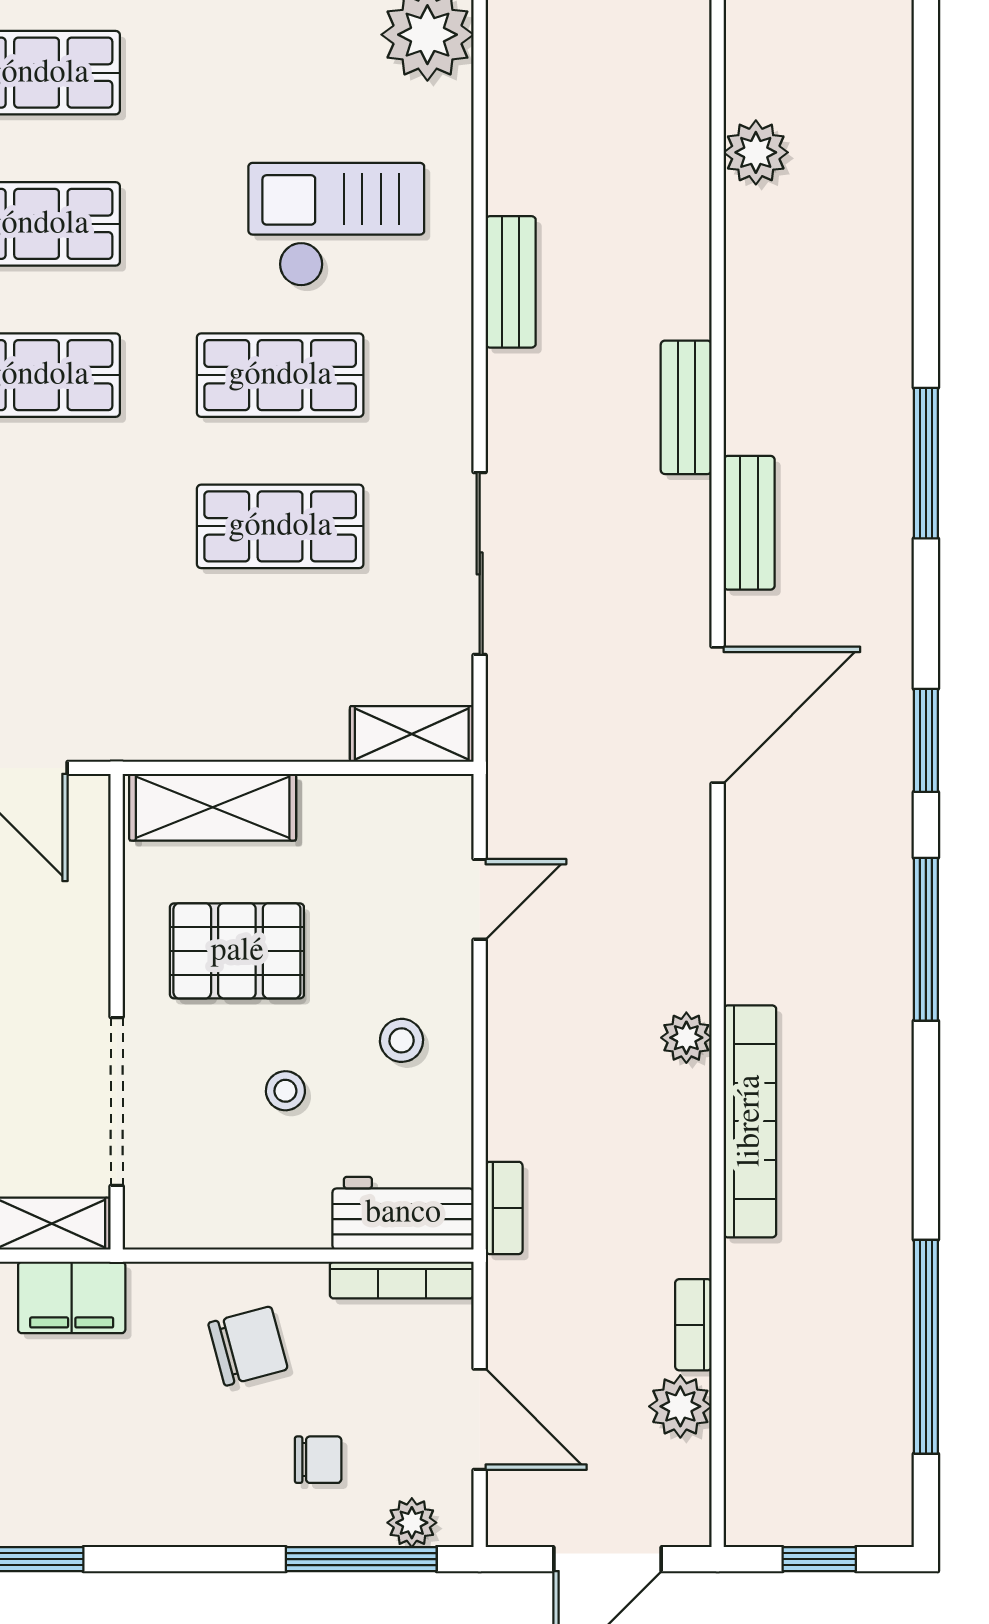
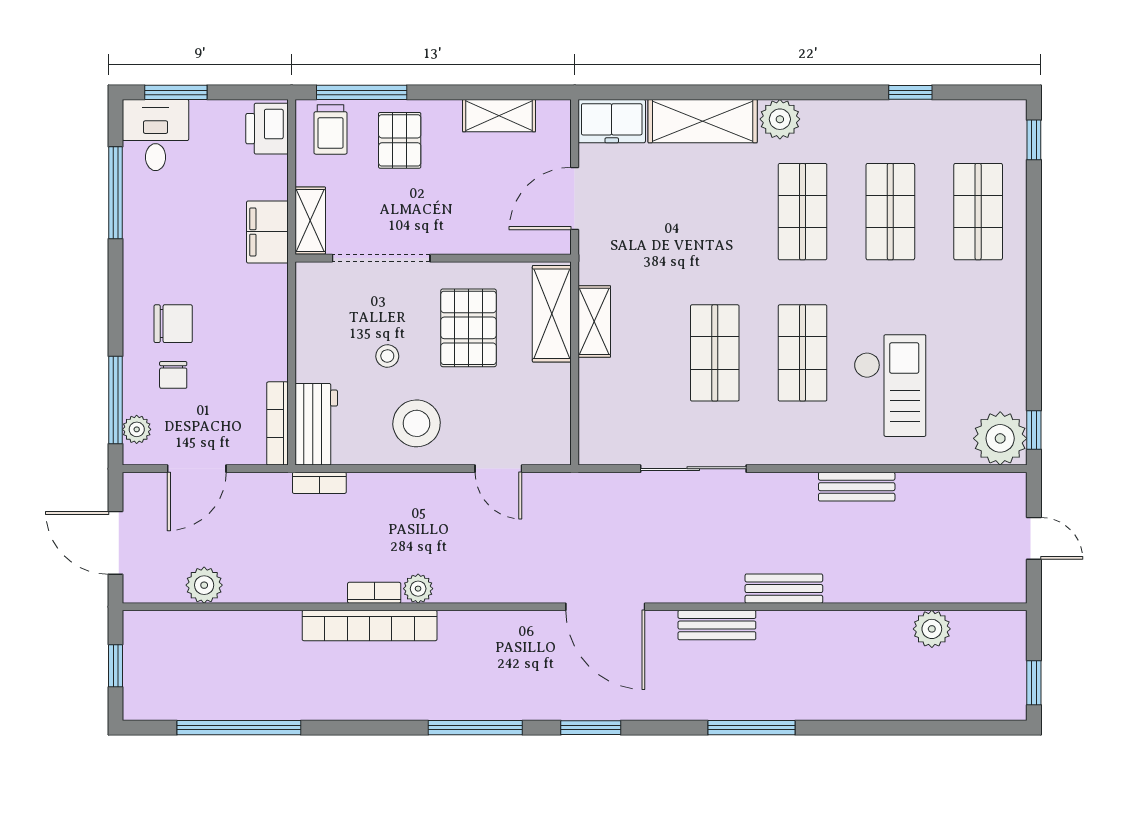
shelving: (412, 734) -> (594, 321), moved
stool: (402, 1040) -> (417, 423), width x1.89, depth x1.89
bookcase: (693, 1325) -> (374, 593), moved
chair: (248, 1346) -> (173, 324), moved, turned -75

